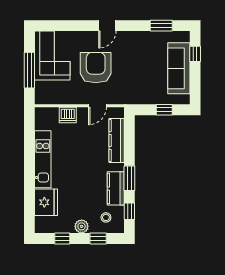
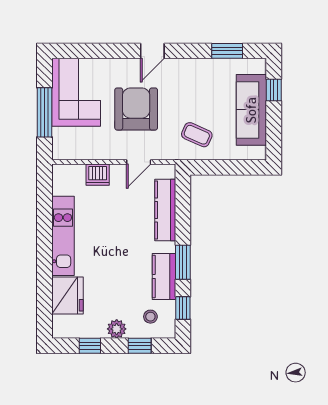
coffee table: (139, 86) -> (197, 135), added
window: (164, 110) -> (231, 167), removed

